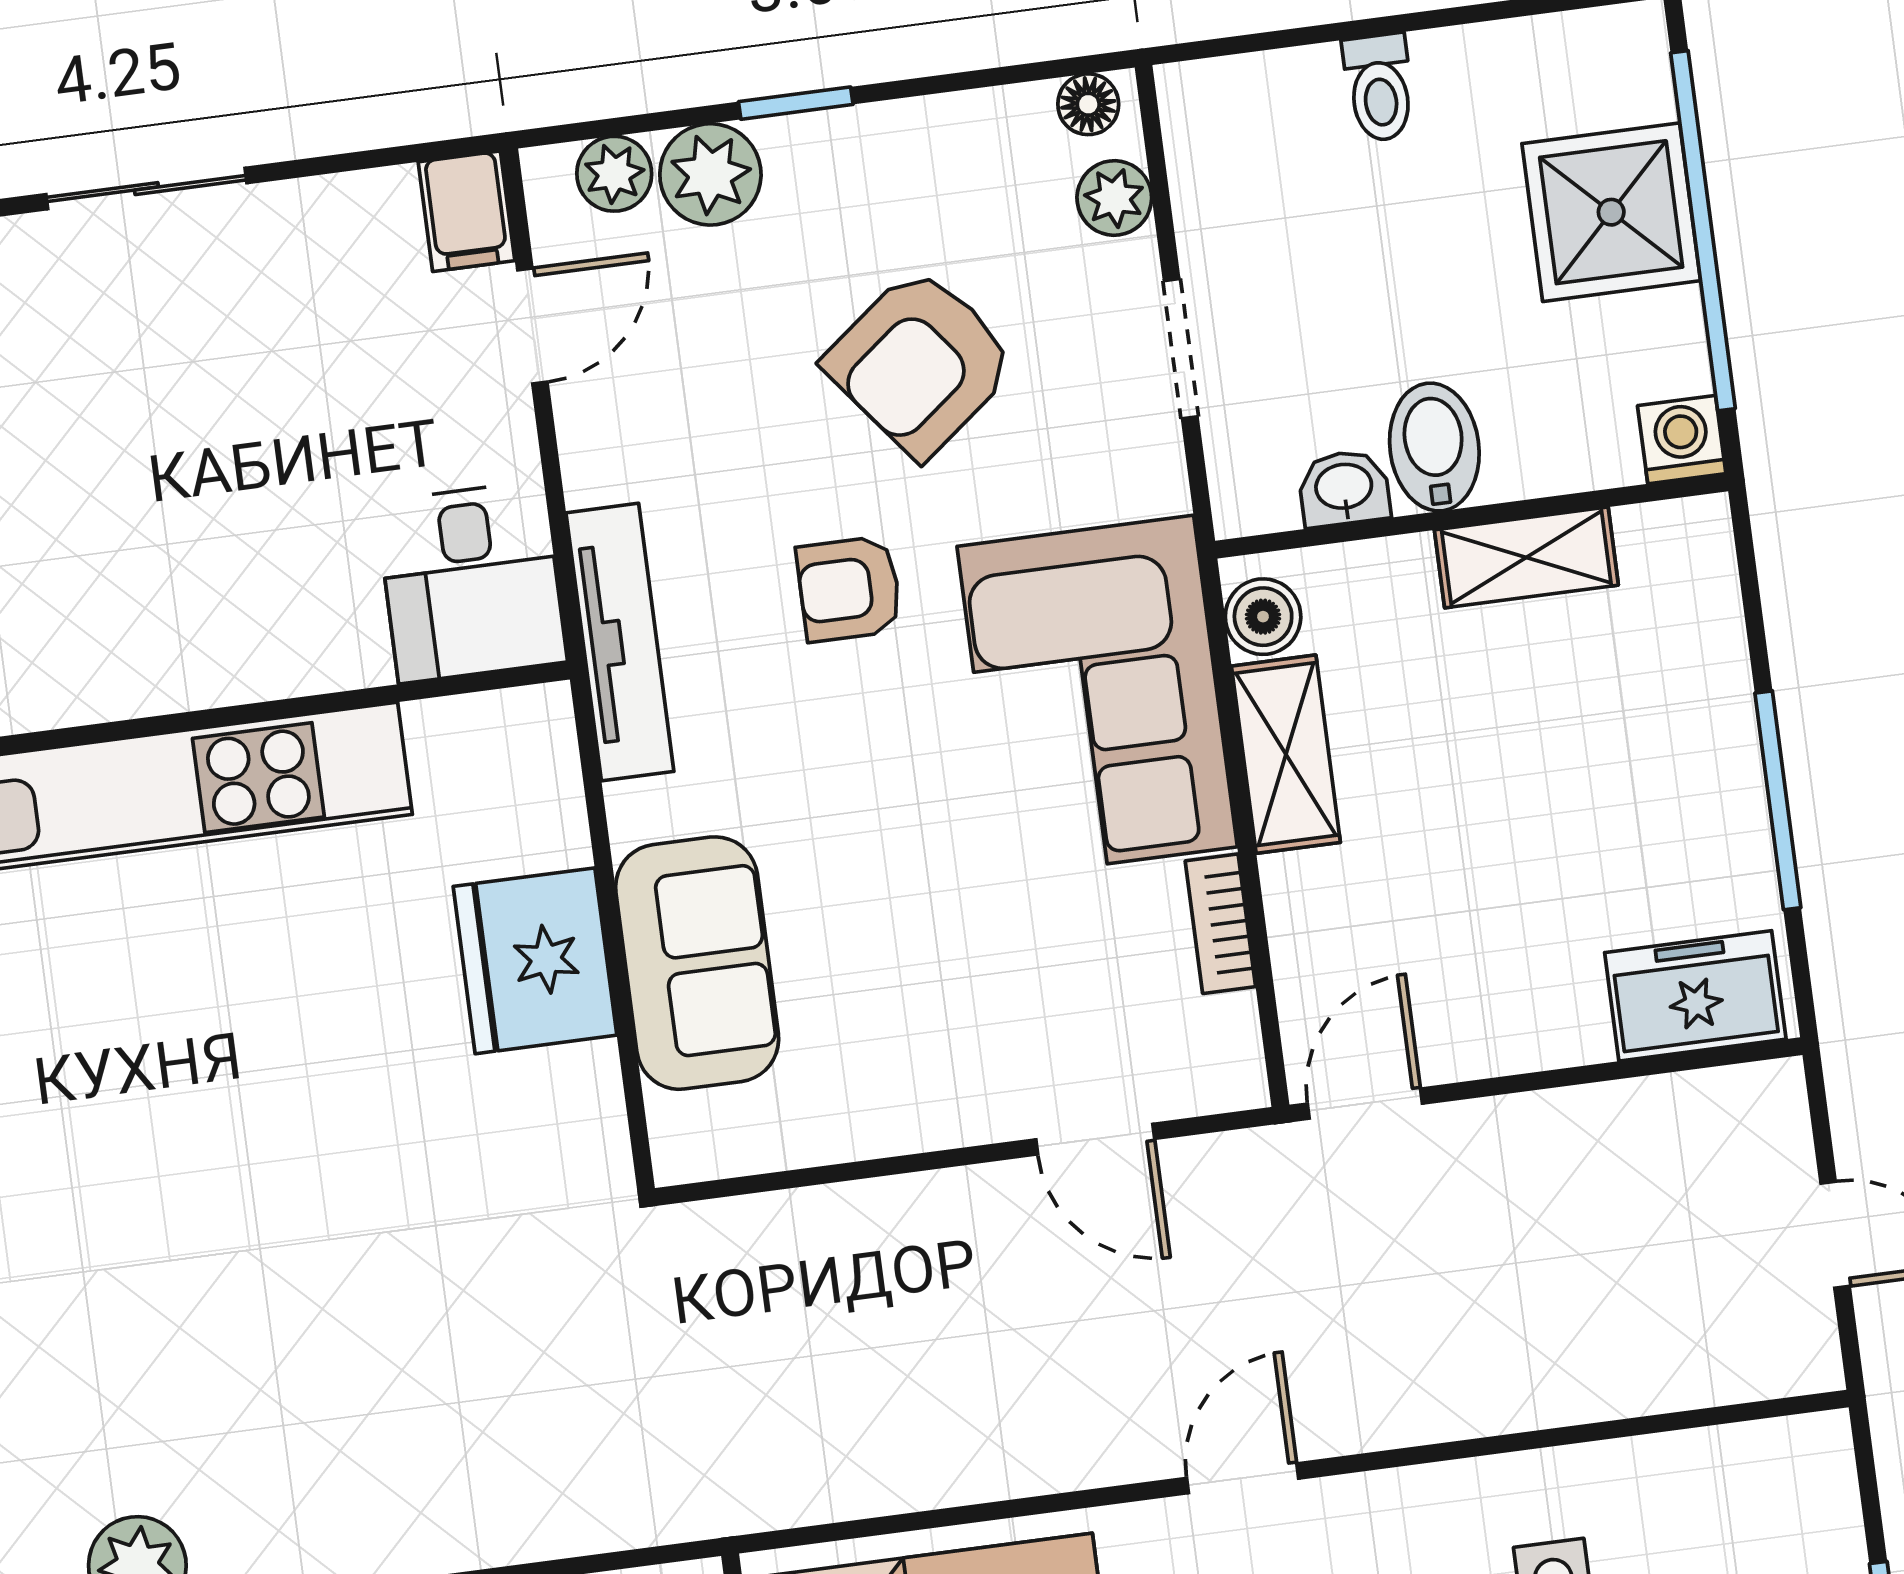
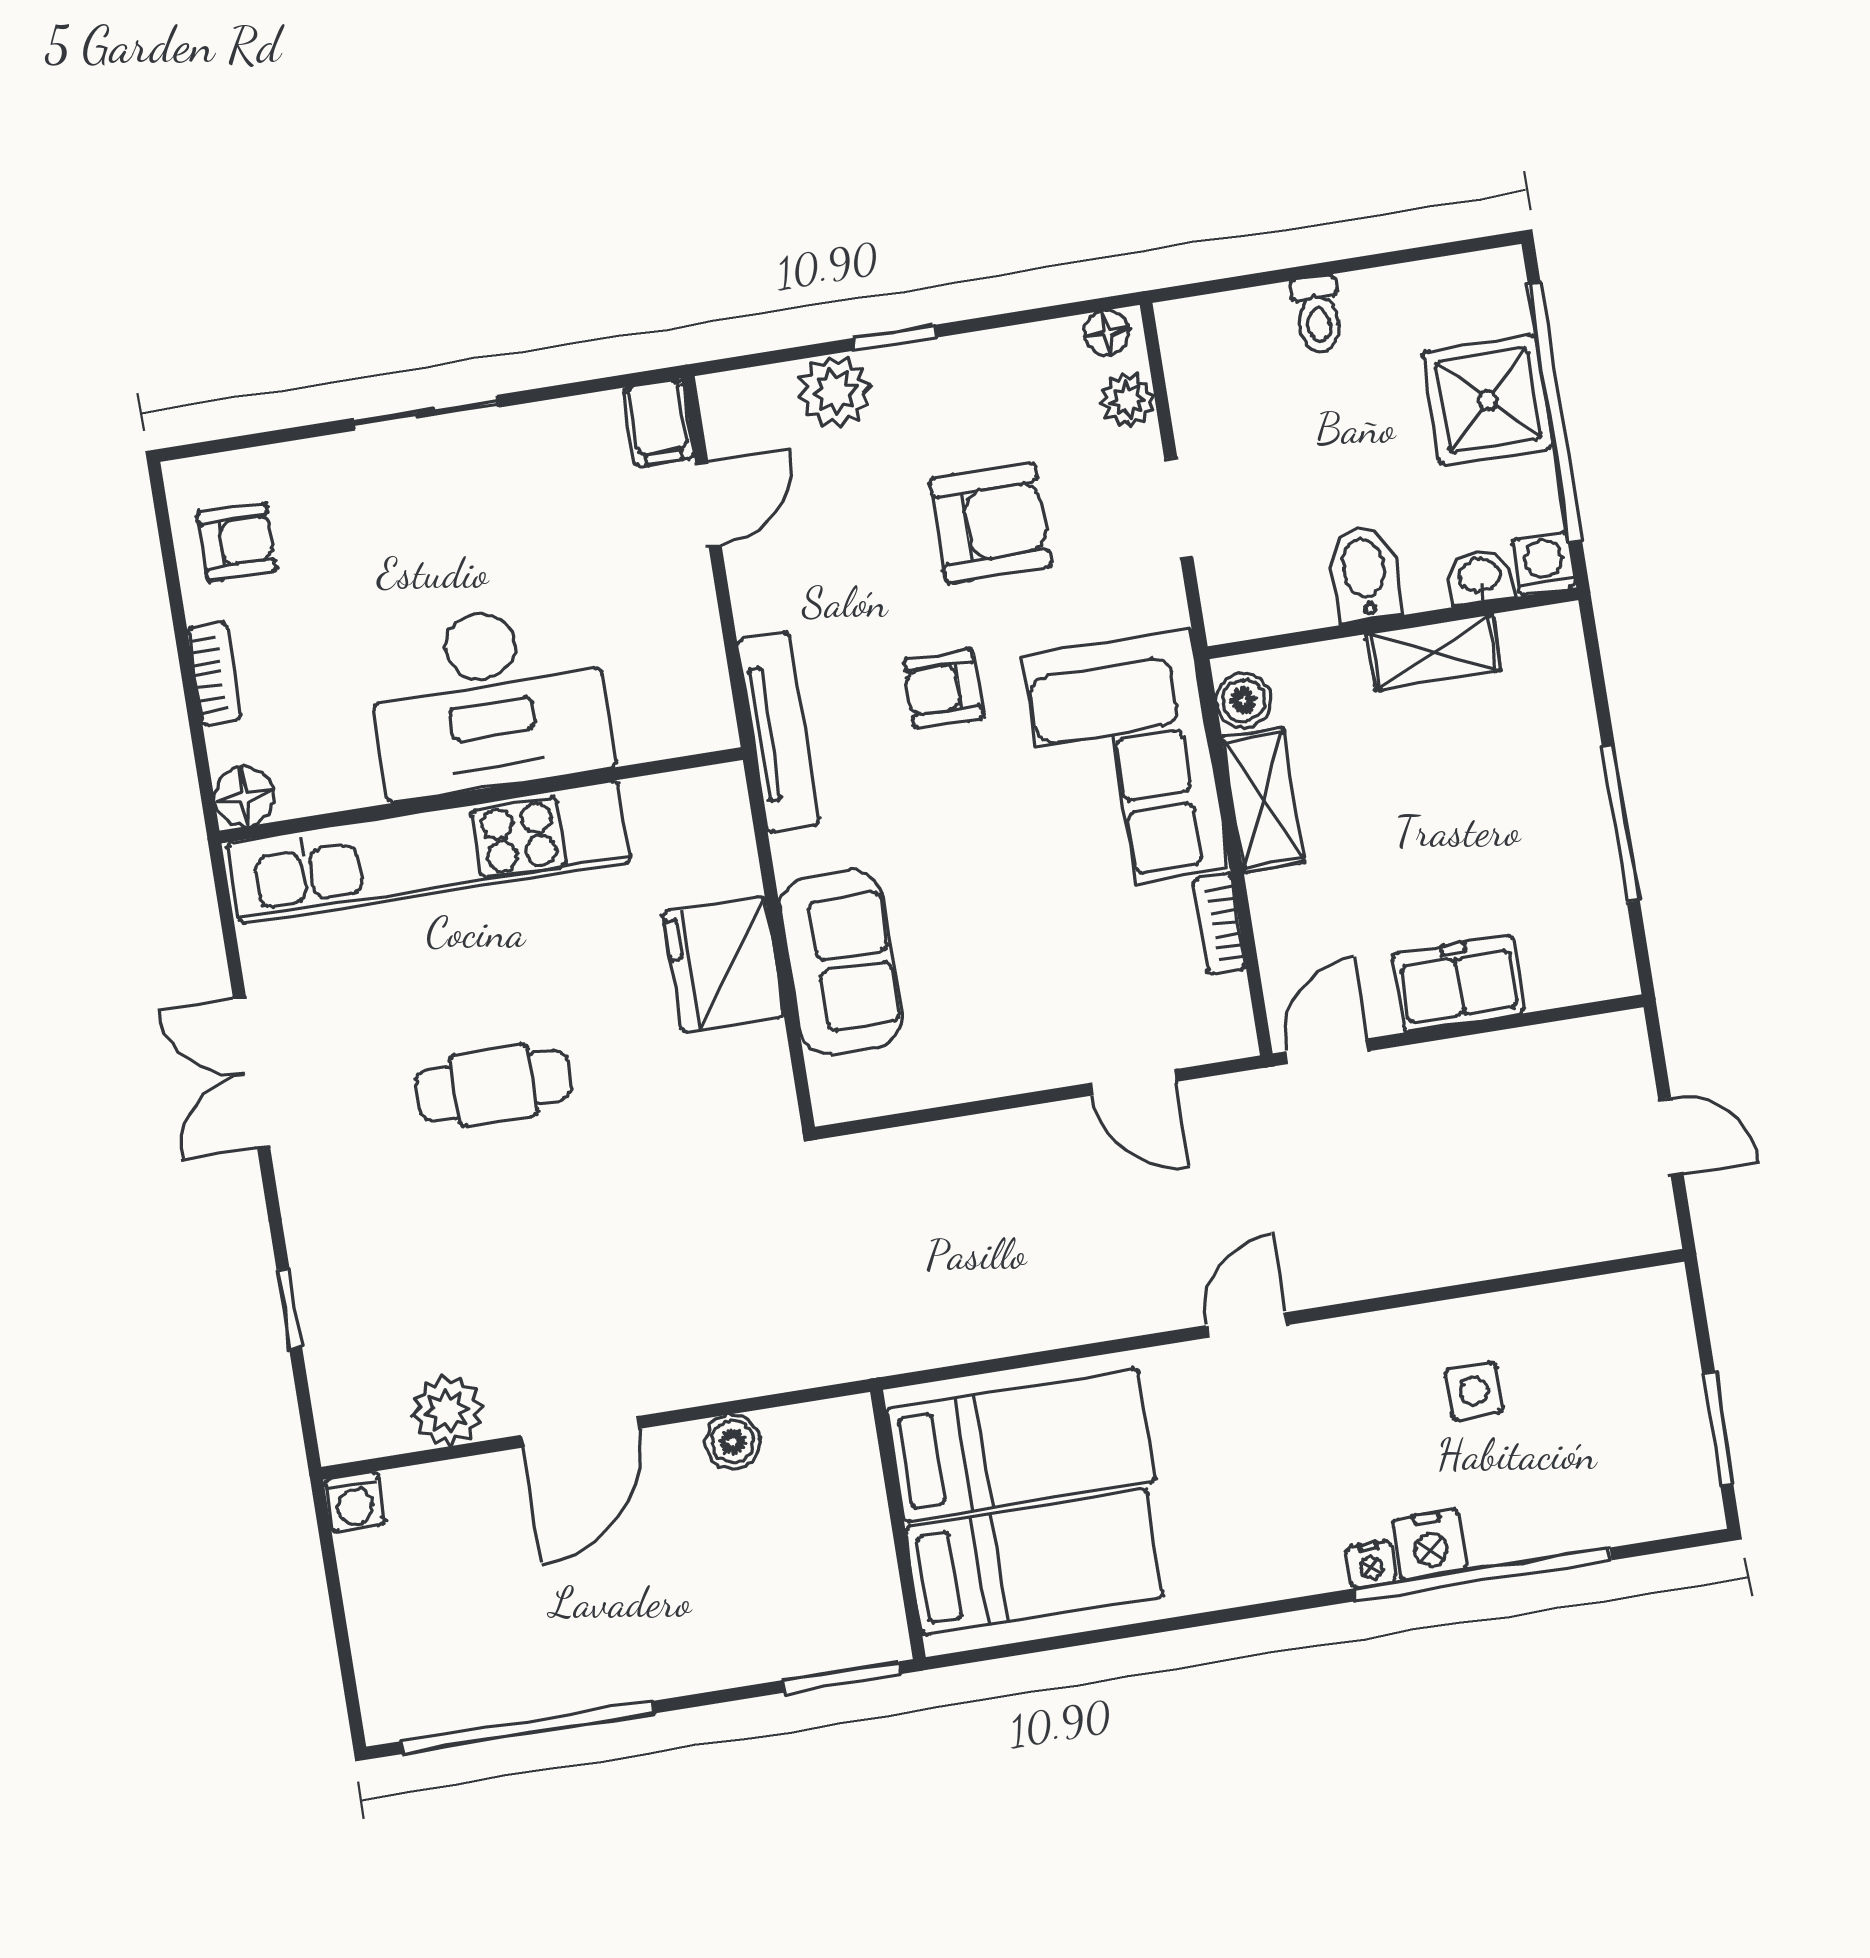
plant: (614, 174) -> (765, 393), removed
armchair: (920, 362) -> (990, 523), turned -142
washbasin: (1344, 488) -> (1480, 577), moved
desk: (471, 582) -> (489, 700), moved, width x1.87, depth x1.30
freezer: (1695, 996) -> (1459, 983), moved
cafe table: (214, 1118) -> (493, 1085), added

